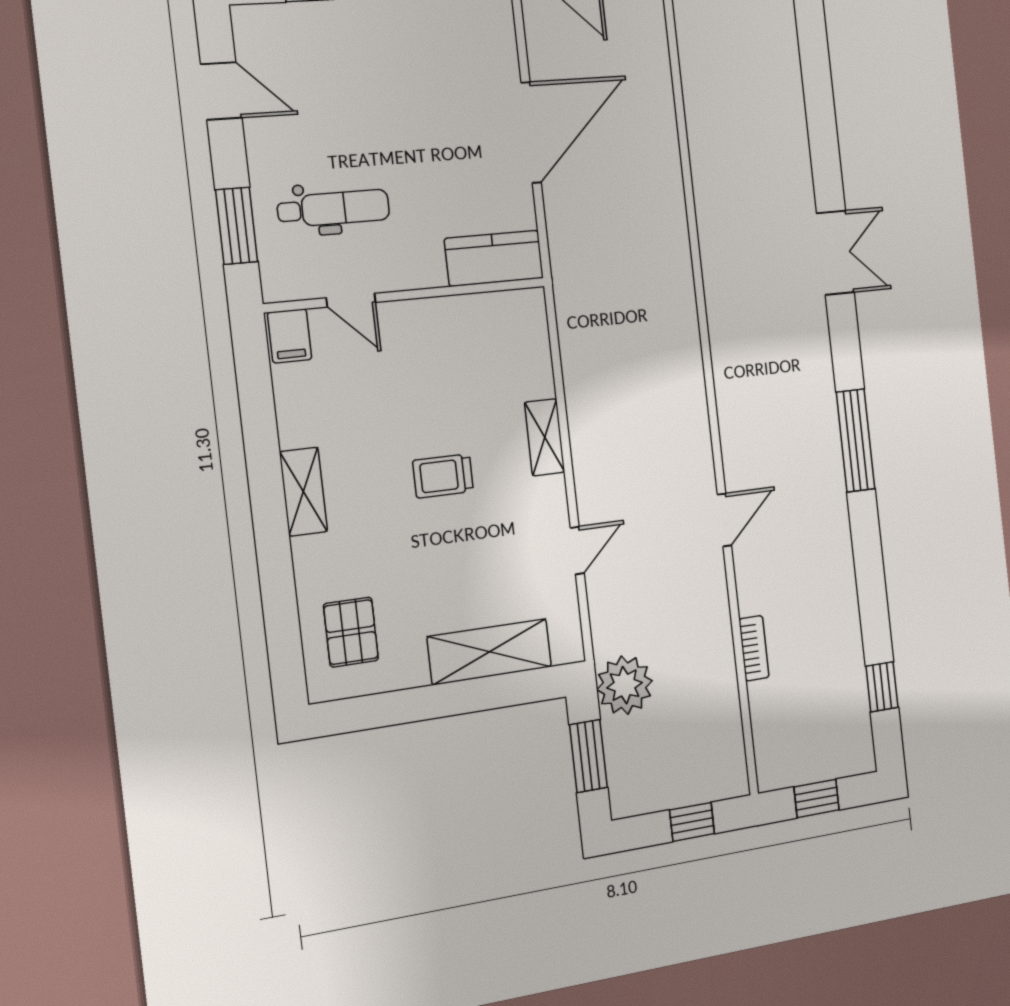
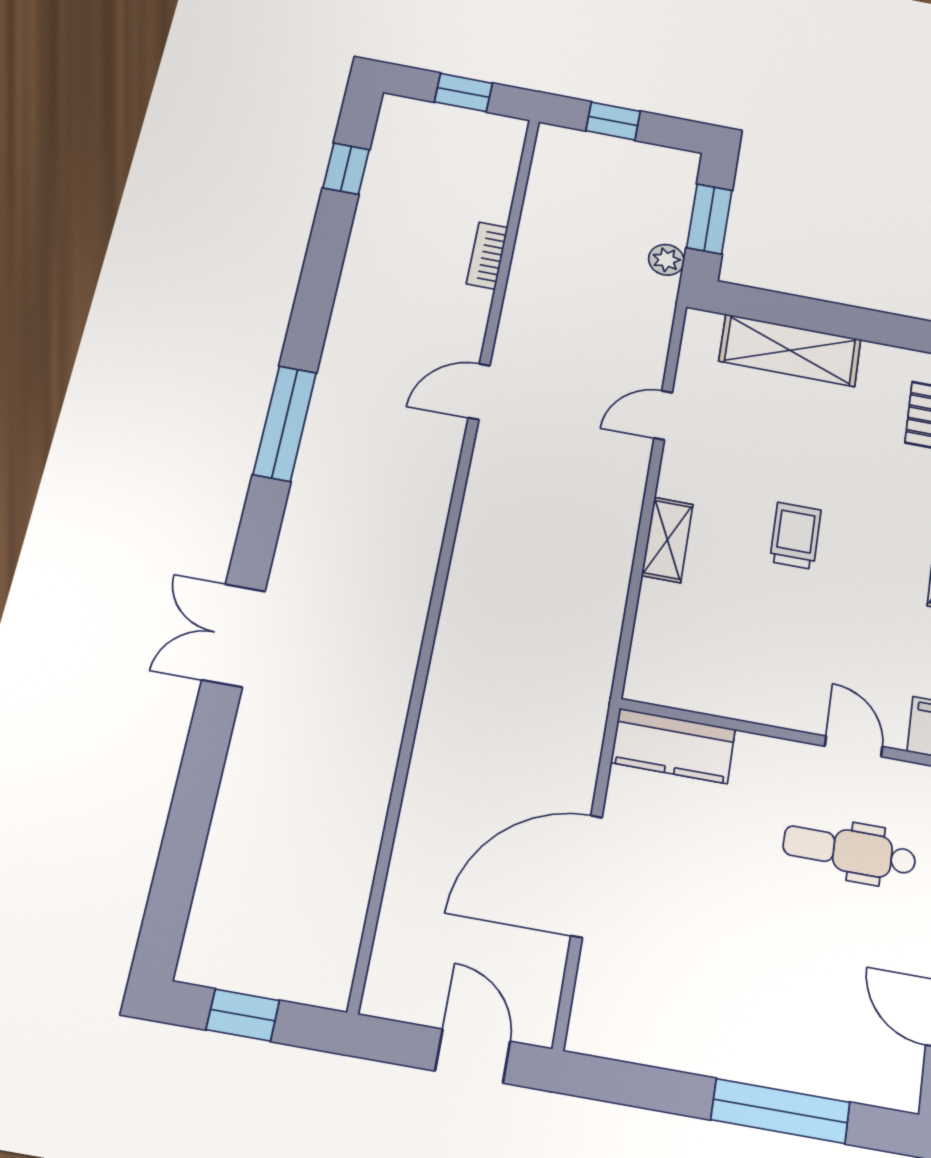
trolley: (443, 476) -> (795, 536), turned -90
plant: (625, 685) -> (666, 260), width x0.53, depth x0.53

